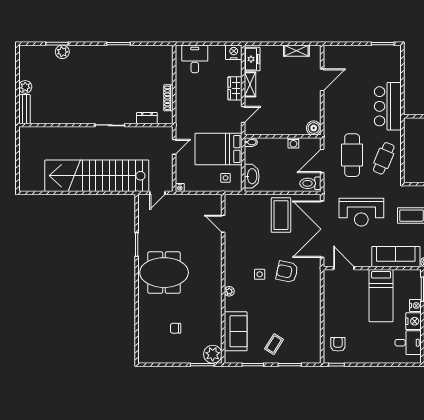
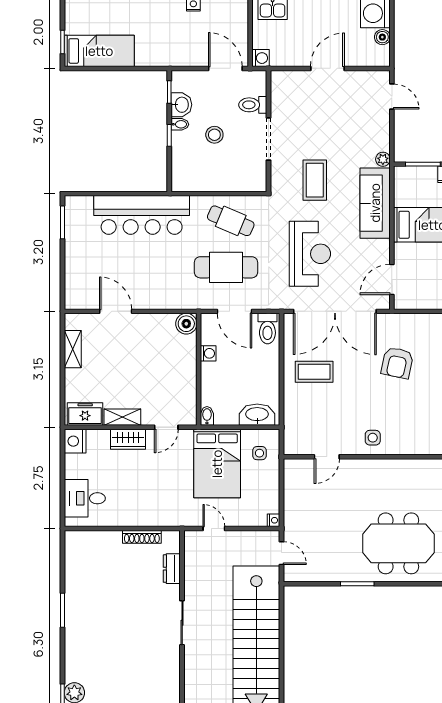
bar counter: (388, 106) -> (142, 215), width x1.36
door: (243, 114) -> (166, 427), swing flipped
coffee table: (281, 215) -> (314, 372), width x0.73, depth x0.76
meeting table: (164, 273) -> (398, 543), turned 90
side table: (260, 274) -> (373, 438), moved
plant: (229, 291) -> (426, 448), removed

